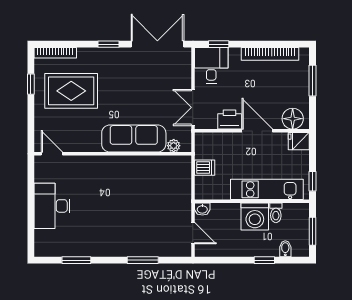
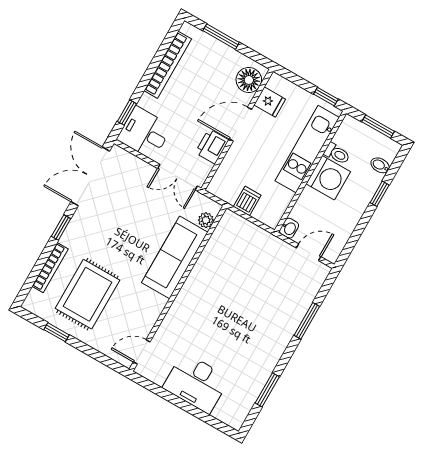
bookcase: (55, 53) -> (50, 268), moved
fridge: (299, 141) -> (270, 102), moved, turned -90

